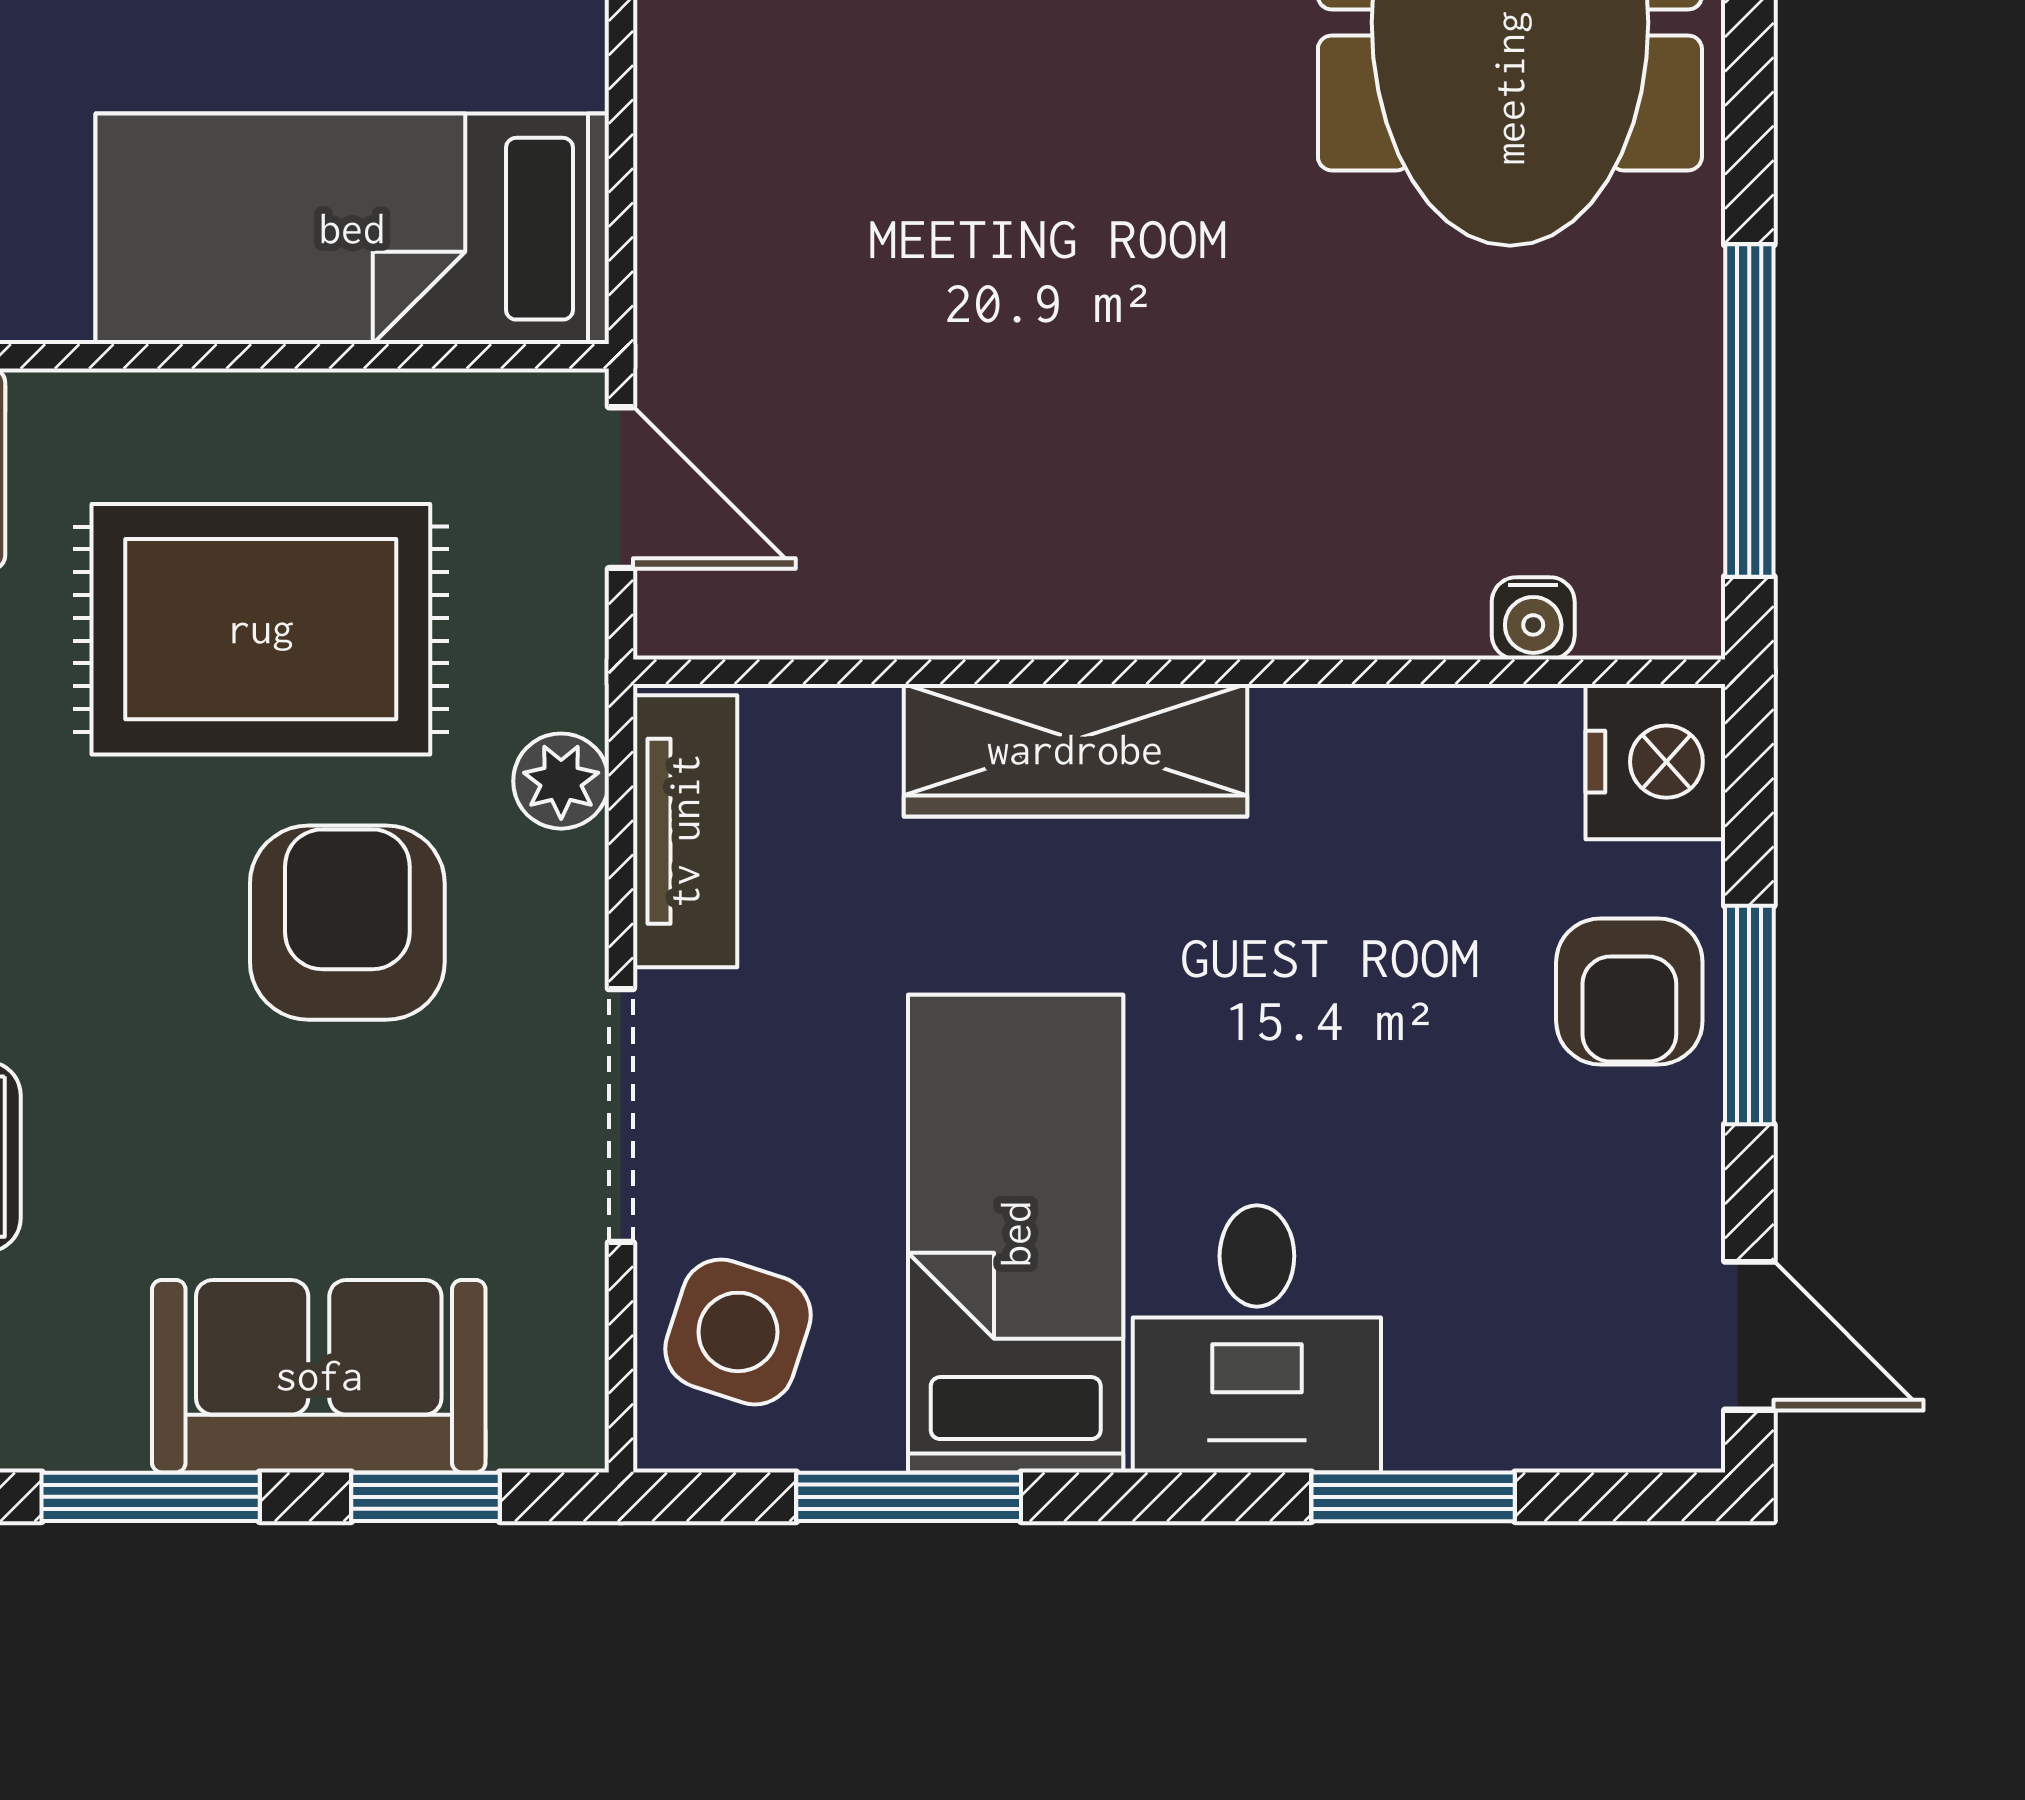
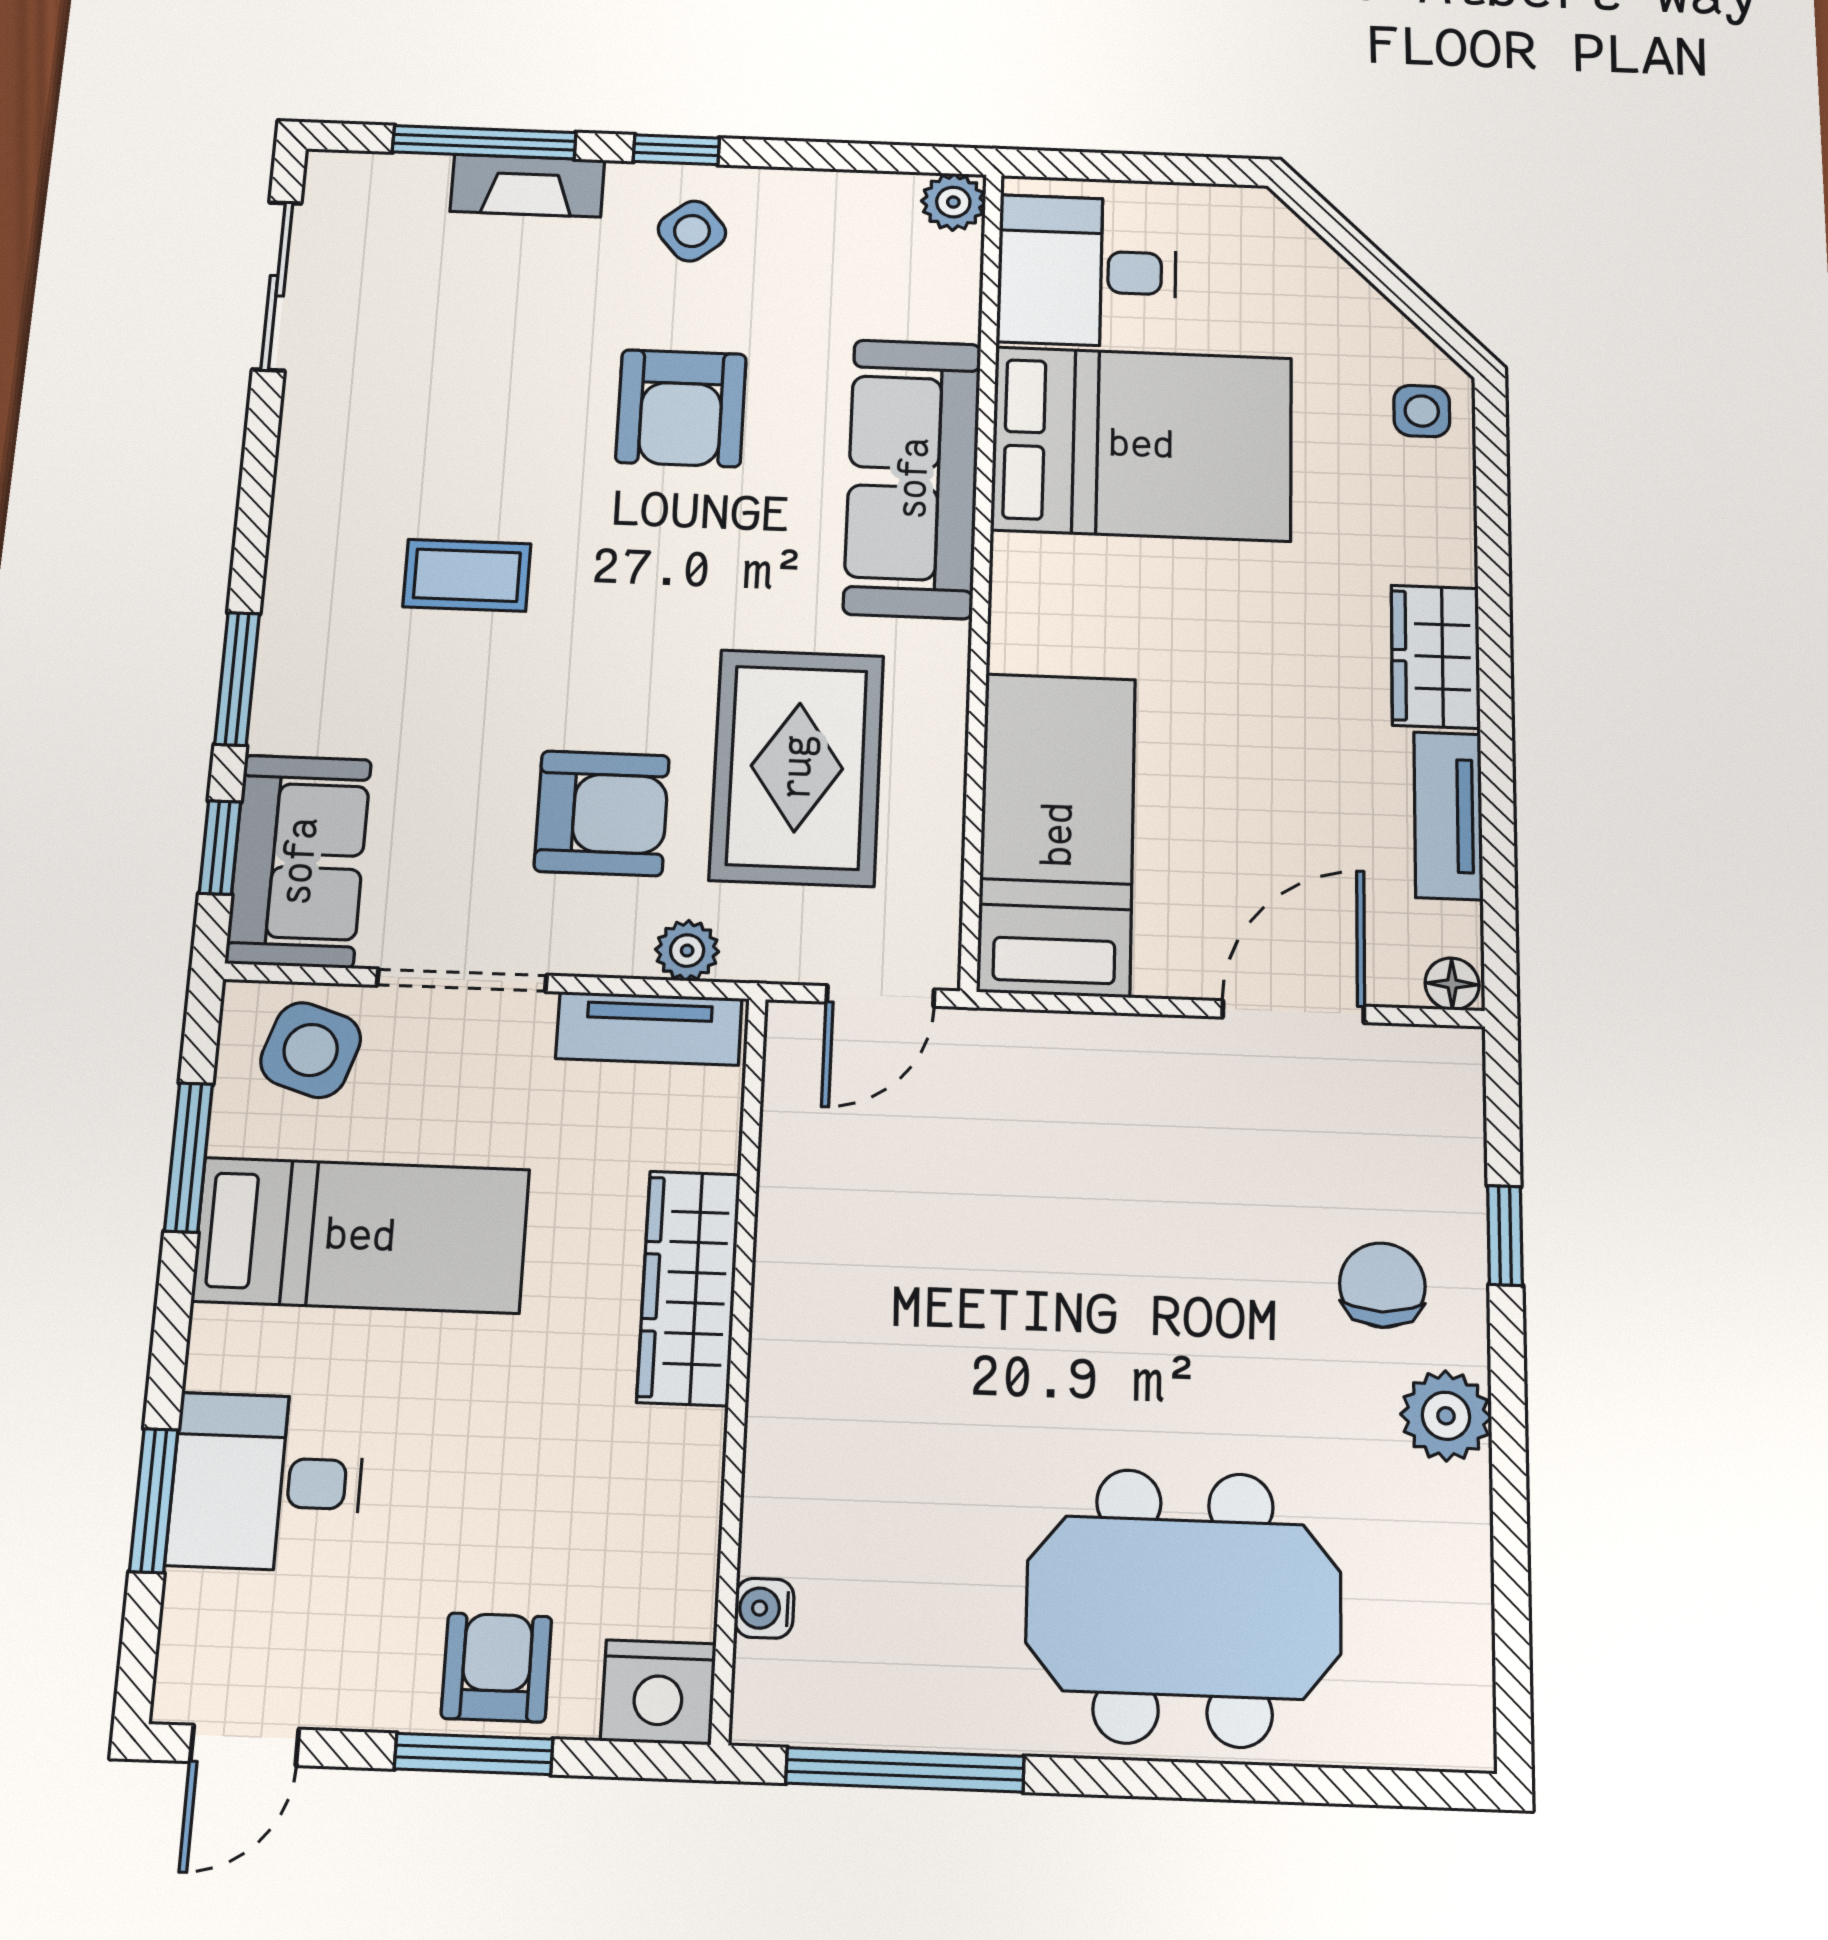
armchair: (1629, 991) -> (497, 1667), turned 90
desk: (1257, 1339) -> (266, 1482), moved
sofa: (319, 1376) -> (299, 861), moved

